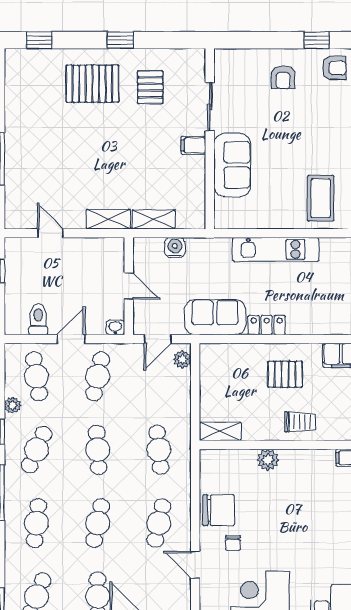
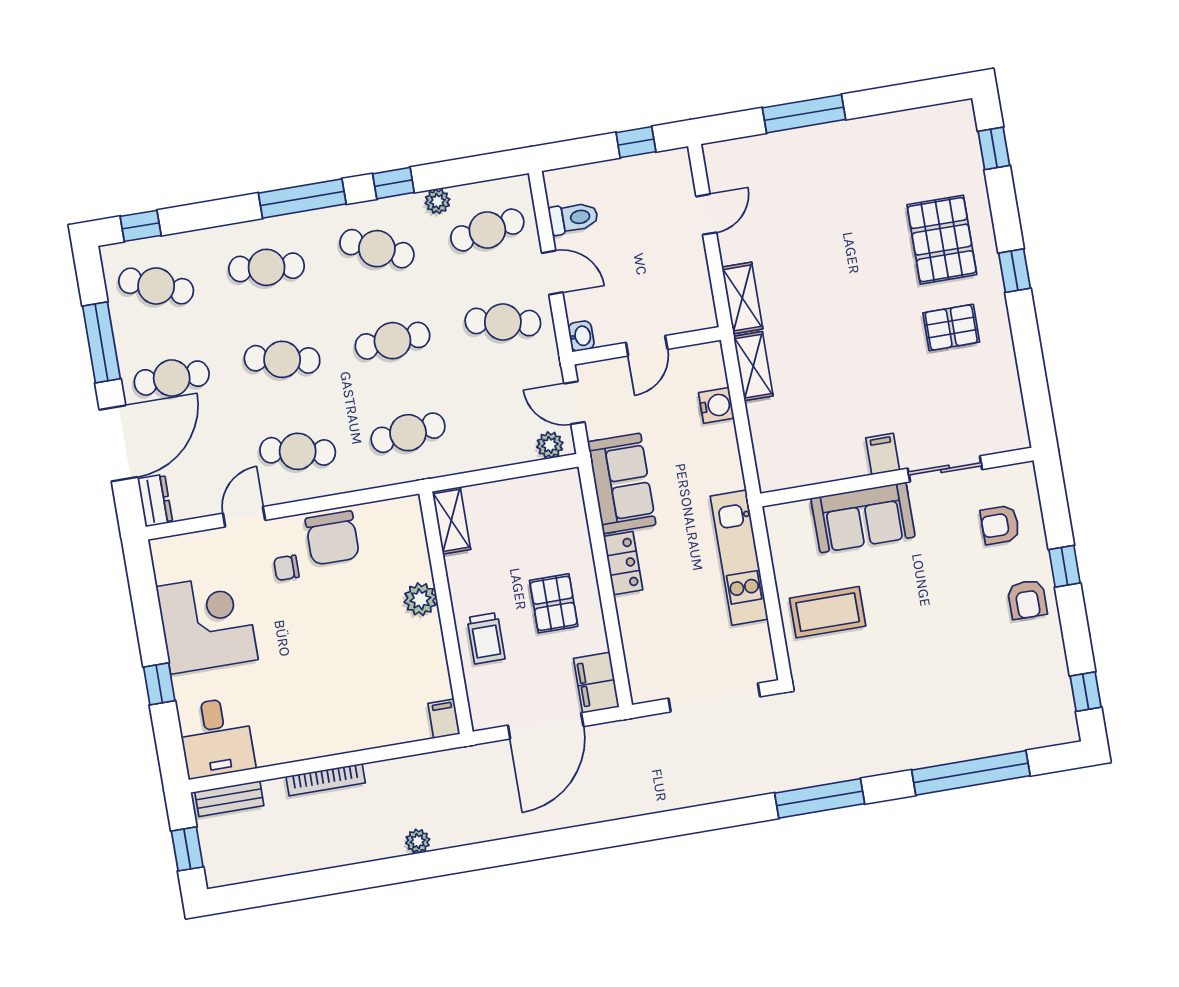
sliding door: (210, 107) -> (945, 469), moved
wall: (210, 139) -> (897, 477), moved
filing cabinet: (193, 145) -> (883, 454), moved
sofa: (232, 165) -> (863, 517), moved

